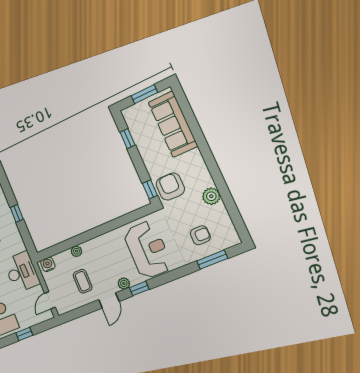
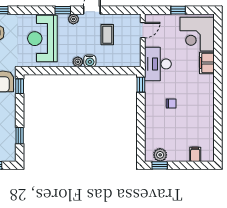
window: (17, 213) -> (141, 85), moved
plant: (76, 251) -> (78, 62), moved
water cooler: (48, 264) -> (90, 61), moved

